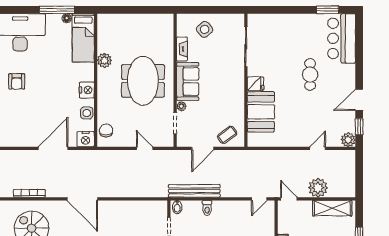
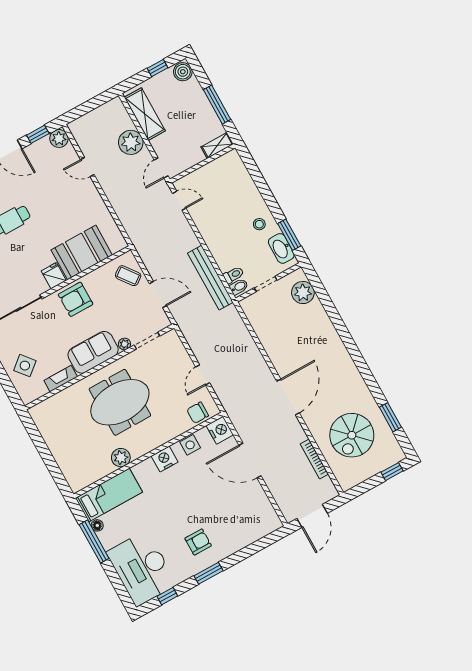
armchair: (231, 90) -> (76, 299), added
door: (145, 148) -> (203, 375), moved
toilet: (207, 208) -> (234, 275), moved

